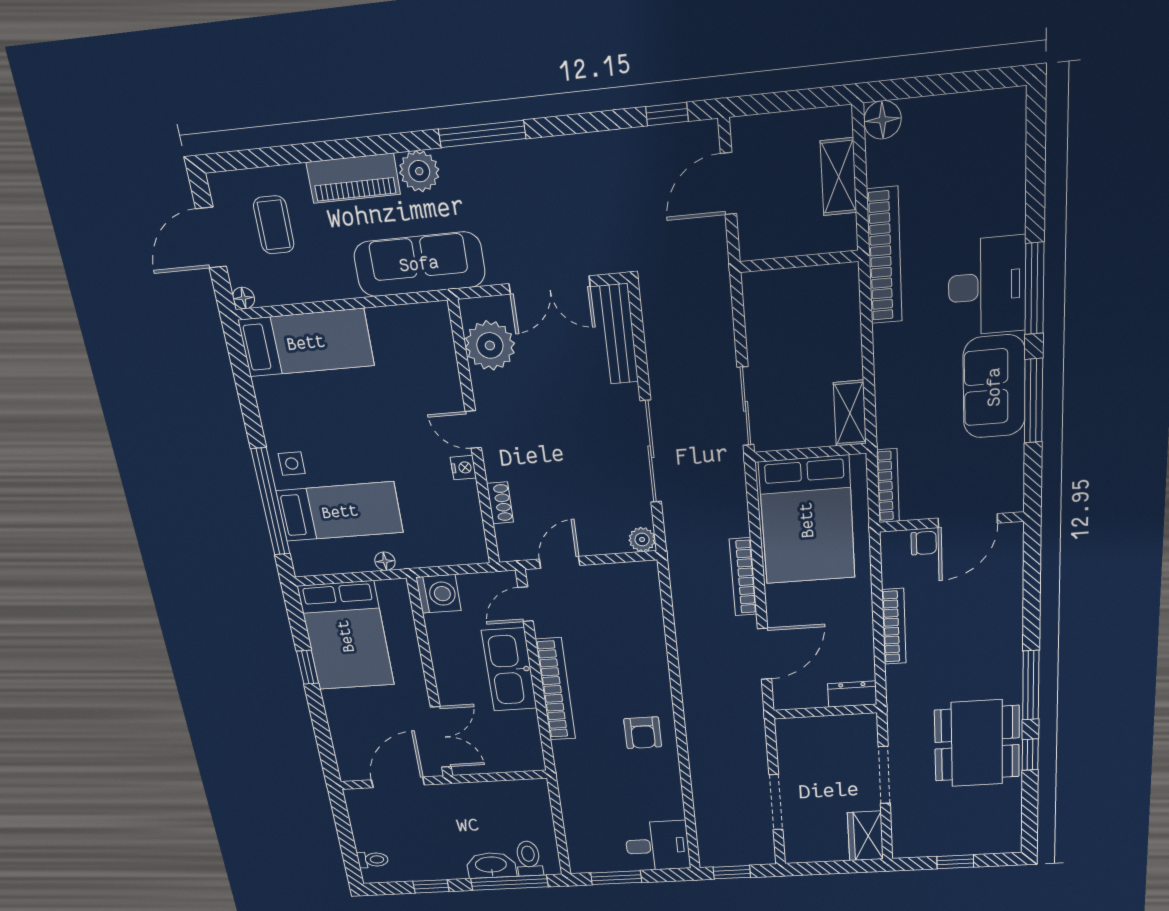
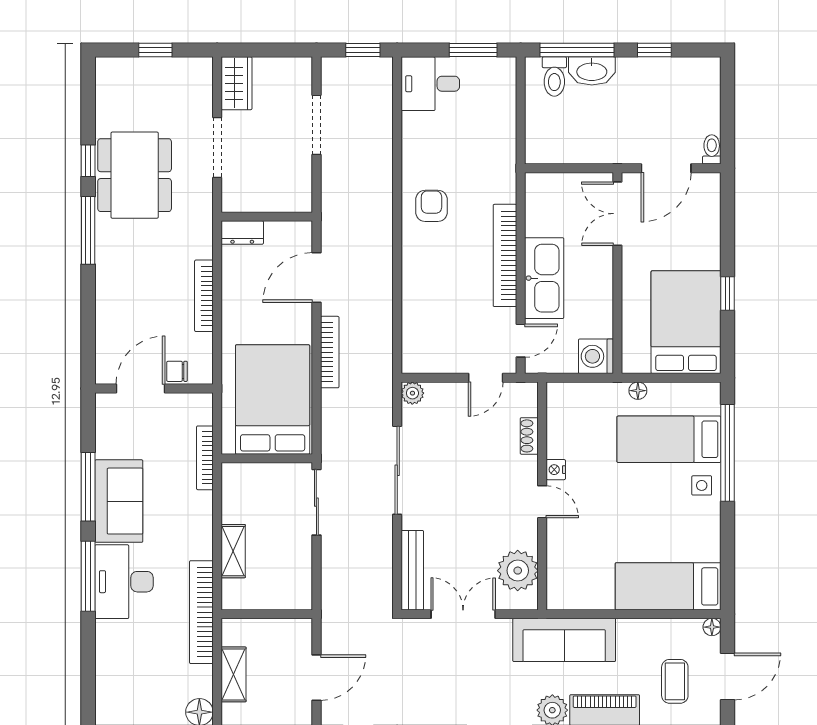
shelving: (850, 413) -> (233, 551), moved
bookcase: (888, 486) -> (205, 458), moved
toilet: (373, 860) -> (712, 149), moved, turned 90

